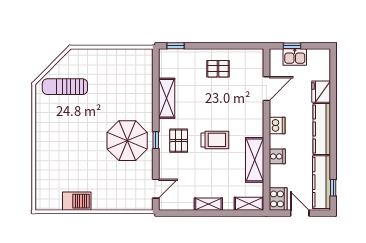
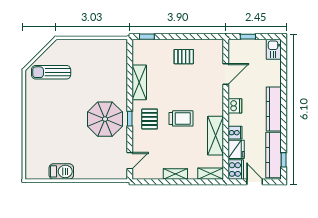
kitchen sink: (295, 57) -> (274, 49), moved, turned 90
fridge: (321, 92) -> (236, 149), moved, turned 180

